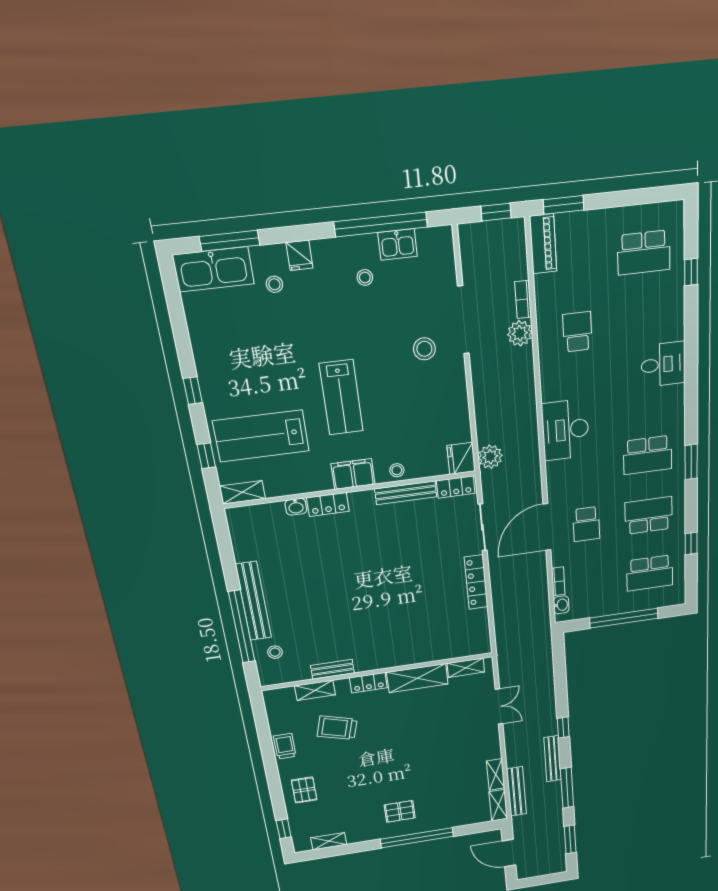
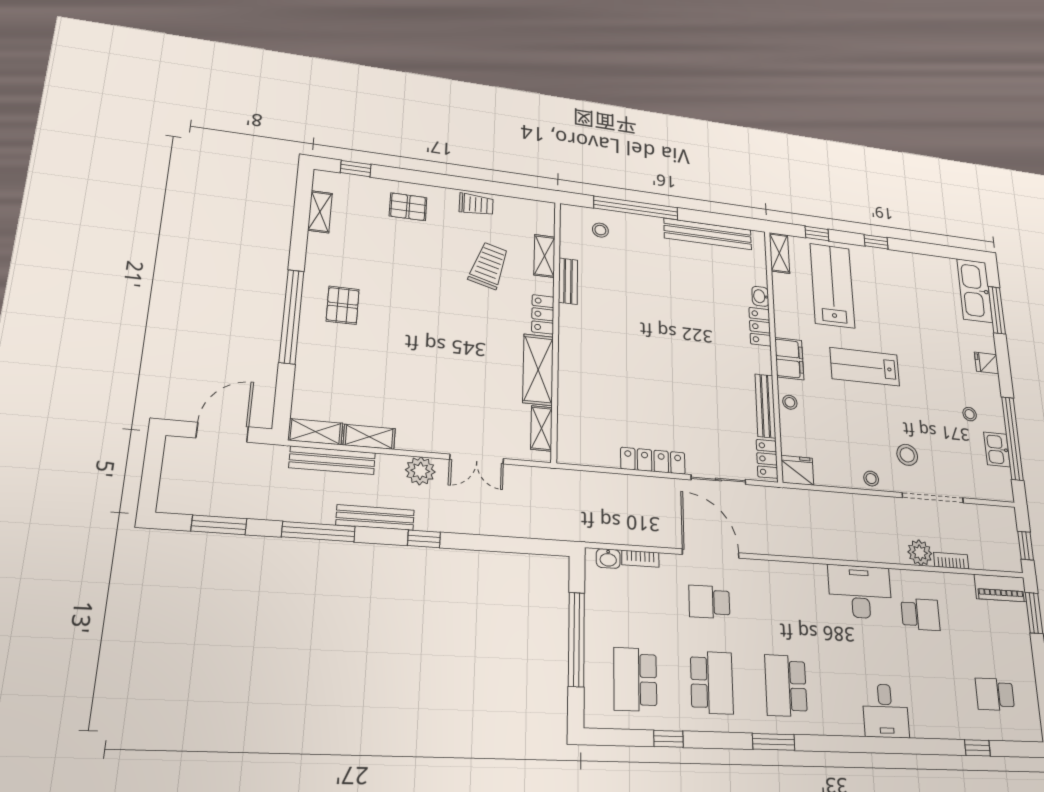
school desk: (644, 253) -> (995, 694), width x0.54
stool: (274, 284) -> (871, 479), moved
desk: (565, 430) -> (860, 592), moved
plant: (490, 457) -> (420, 471), moved
bench: (254, 601) -> (708, 234), moved

